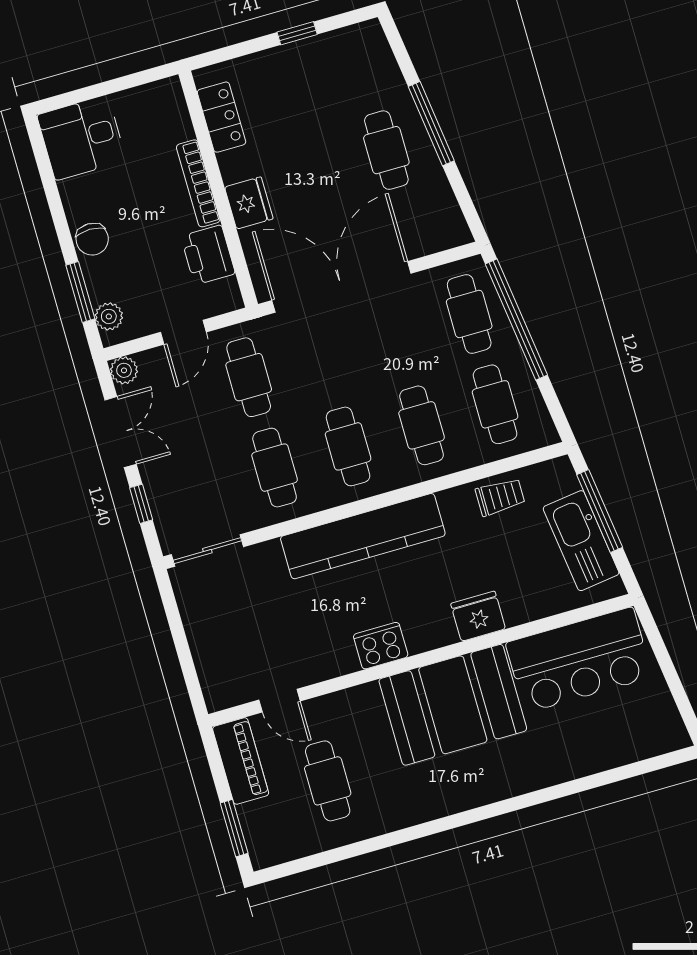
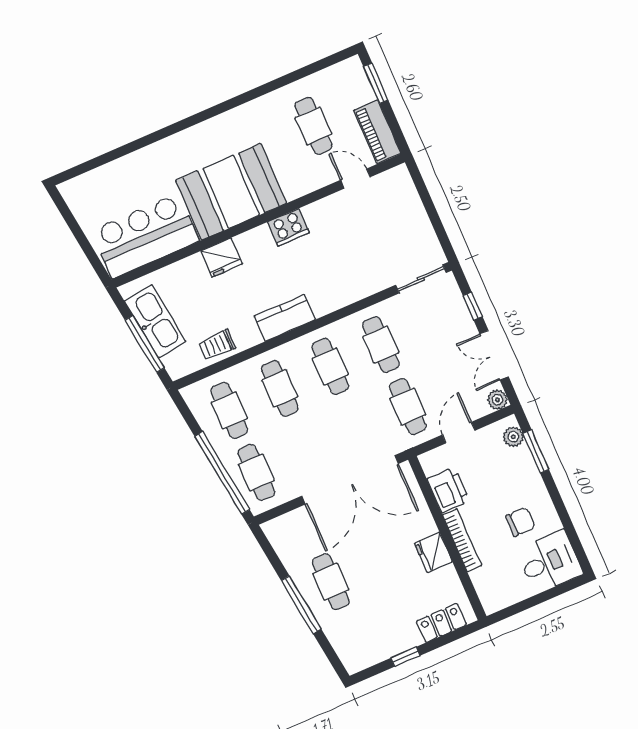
locker: (222, 117) -> (441, 623), moved, turned 90
fridge: (249, 203) -> (433, 552), moved
chair: (92, 239) -> (520, 522), moved, turned 90
kitchen counter: (363, 536) -> (285, 318), width x0.48, depth x0.86

